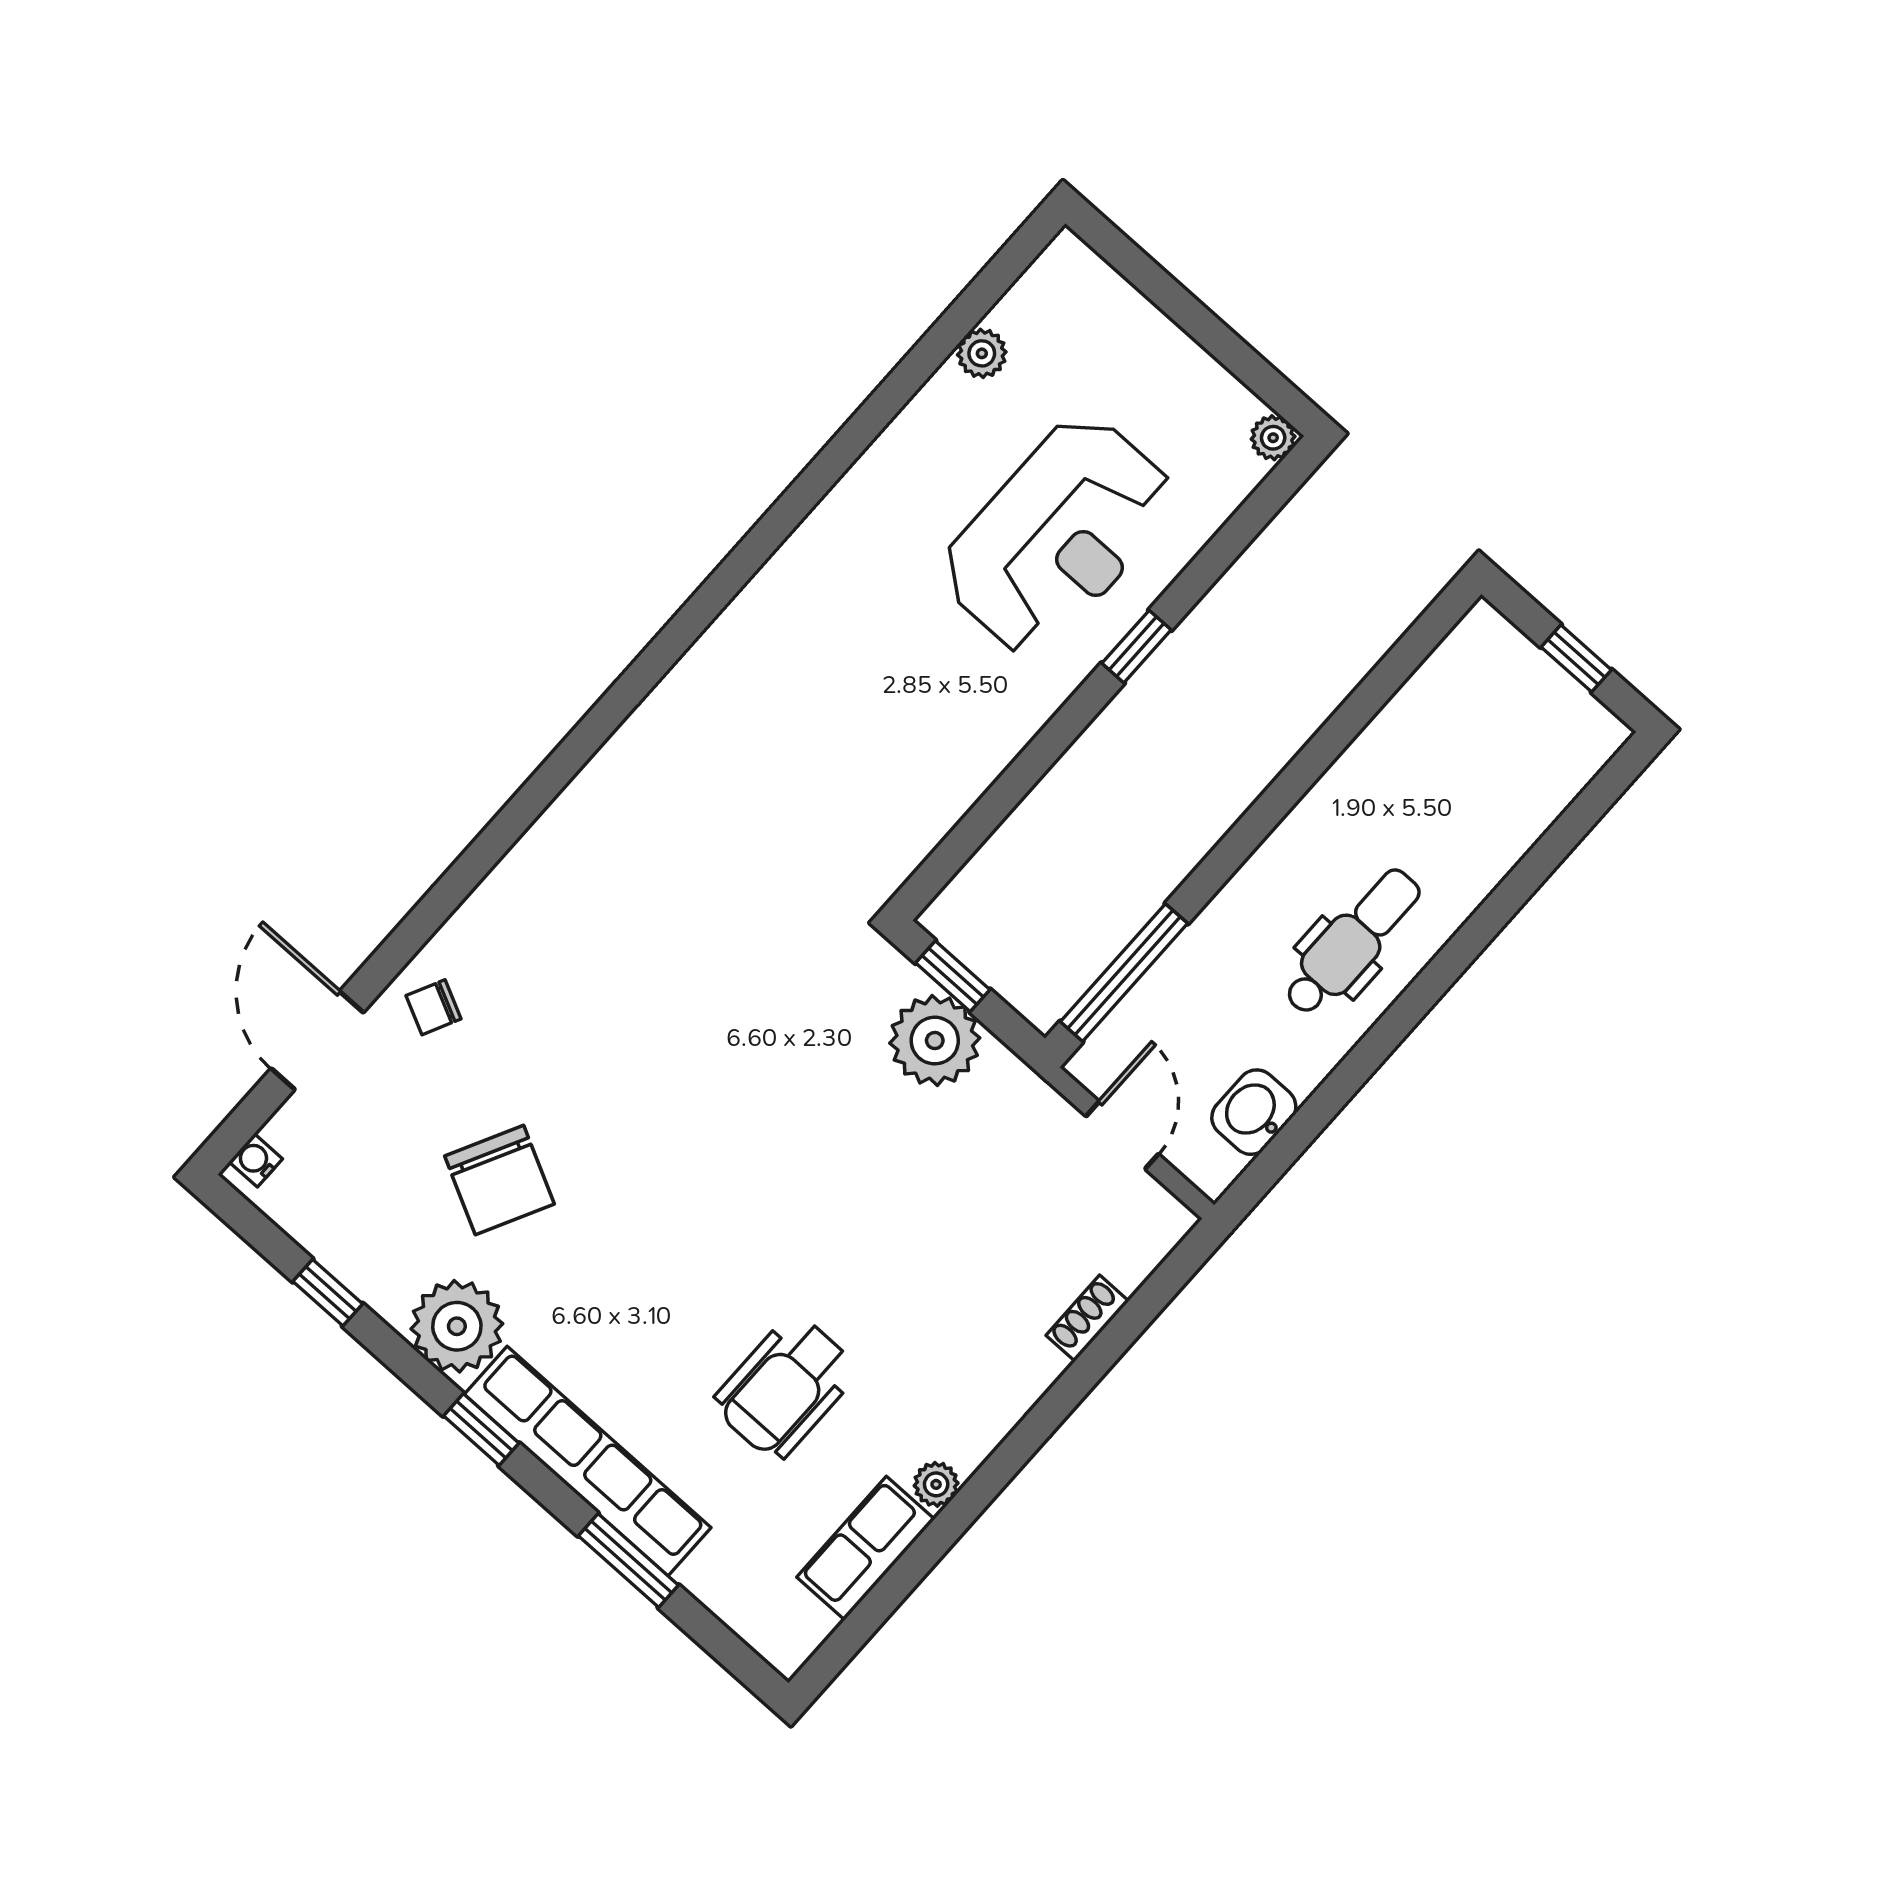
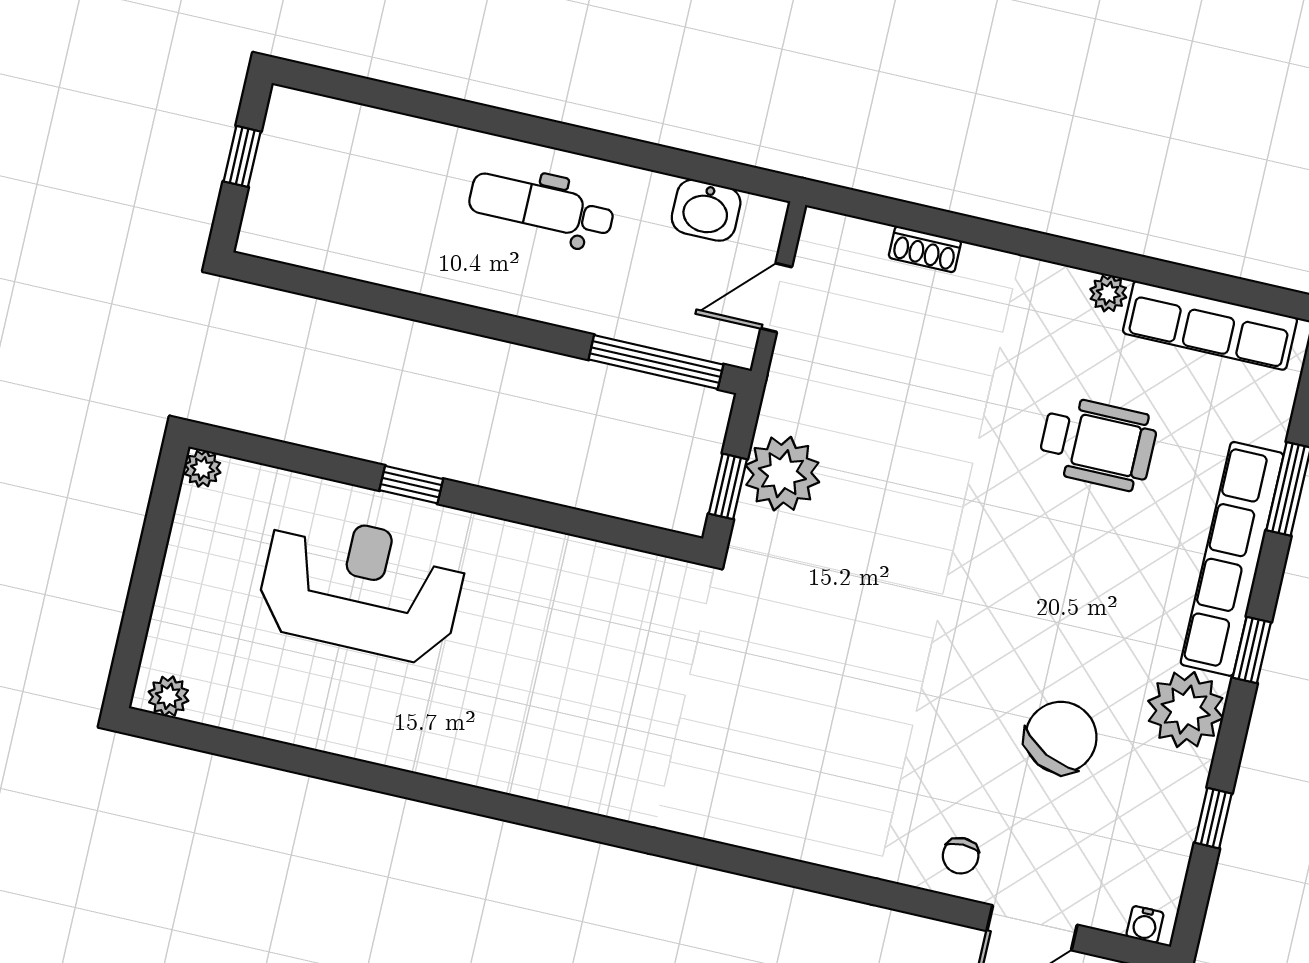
plant: (982, 353) -> (168, 696), moved
chair: (433, 1007) -> (961, 856), turned 64
row of seats: (866, 1548) -> (1210, 325), width x1.48

